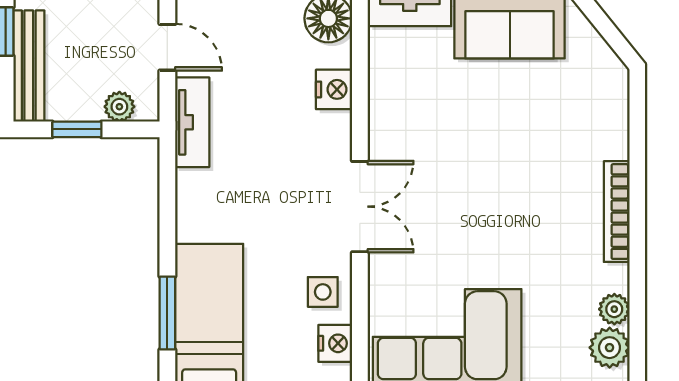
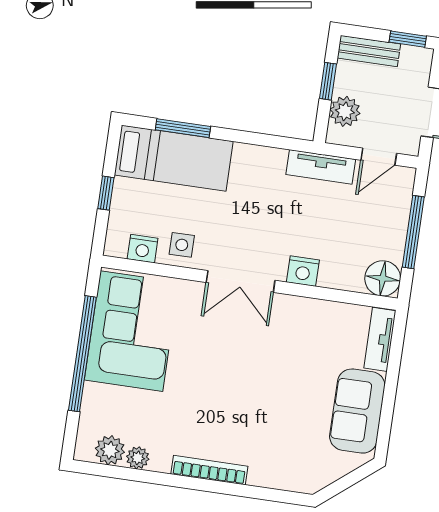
bench: (29, 66) -> (369, 51), width x0.73
nightstand: (334, 89) -> (303, 271), moved
plant: (119, 107) -> (345, 111), width x1.38, depth x1.38

